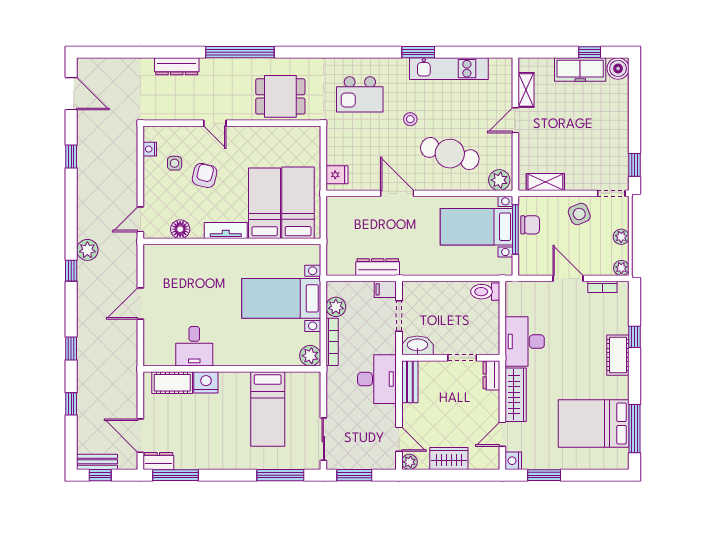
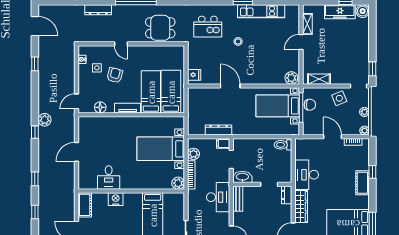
cafe table: (450, 154) -> (262, 62), removed
cot: (172, 383) -> (85, 205), moved, turned 90

